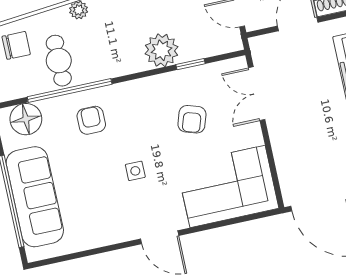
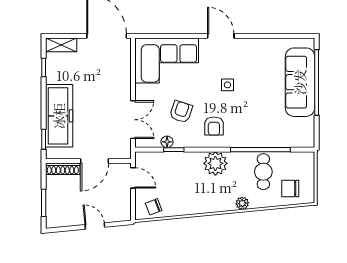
plant: (161, 50) -> (215, 163), moved
floor lamp: (26, 119) -> (167, 142), moved, width x0.53, depth x0.53
armchair: (91, 120) -> (214, 126), moved

